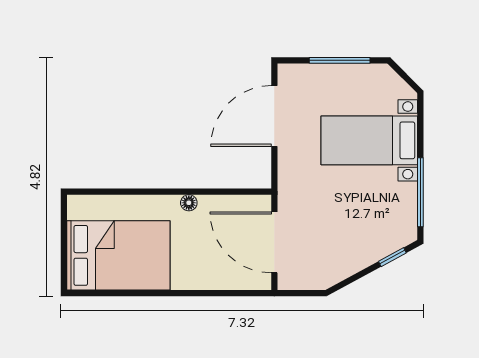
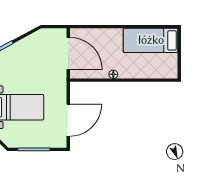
bed: (118, 255) -> (151, 40), width x0.67

